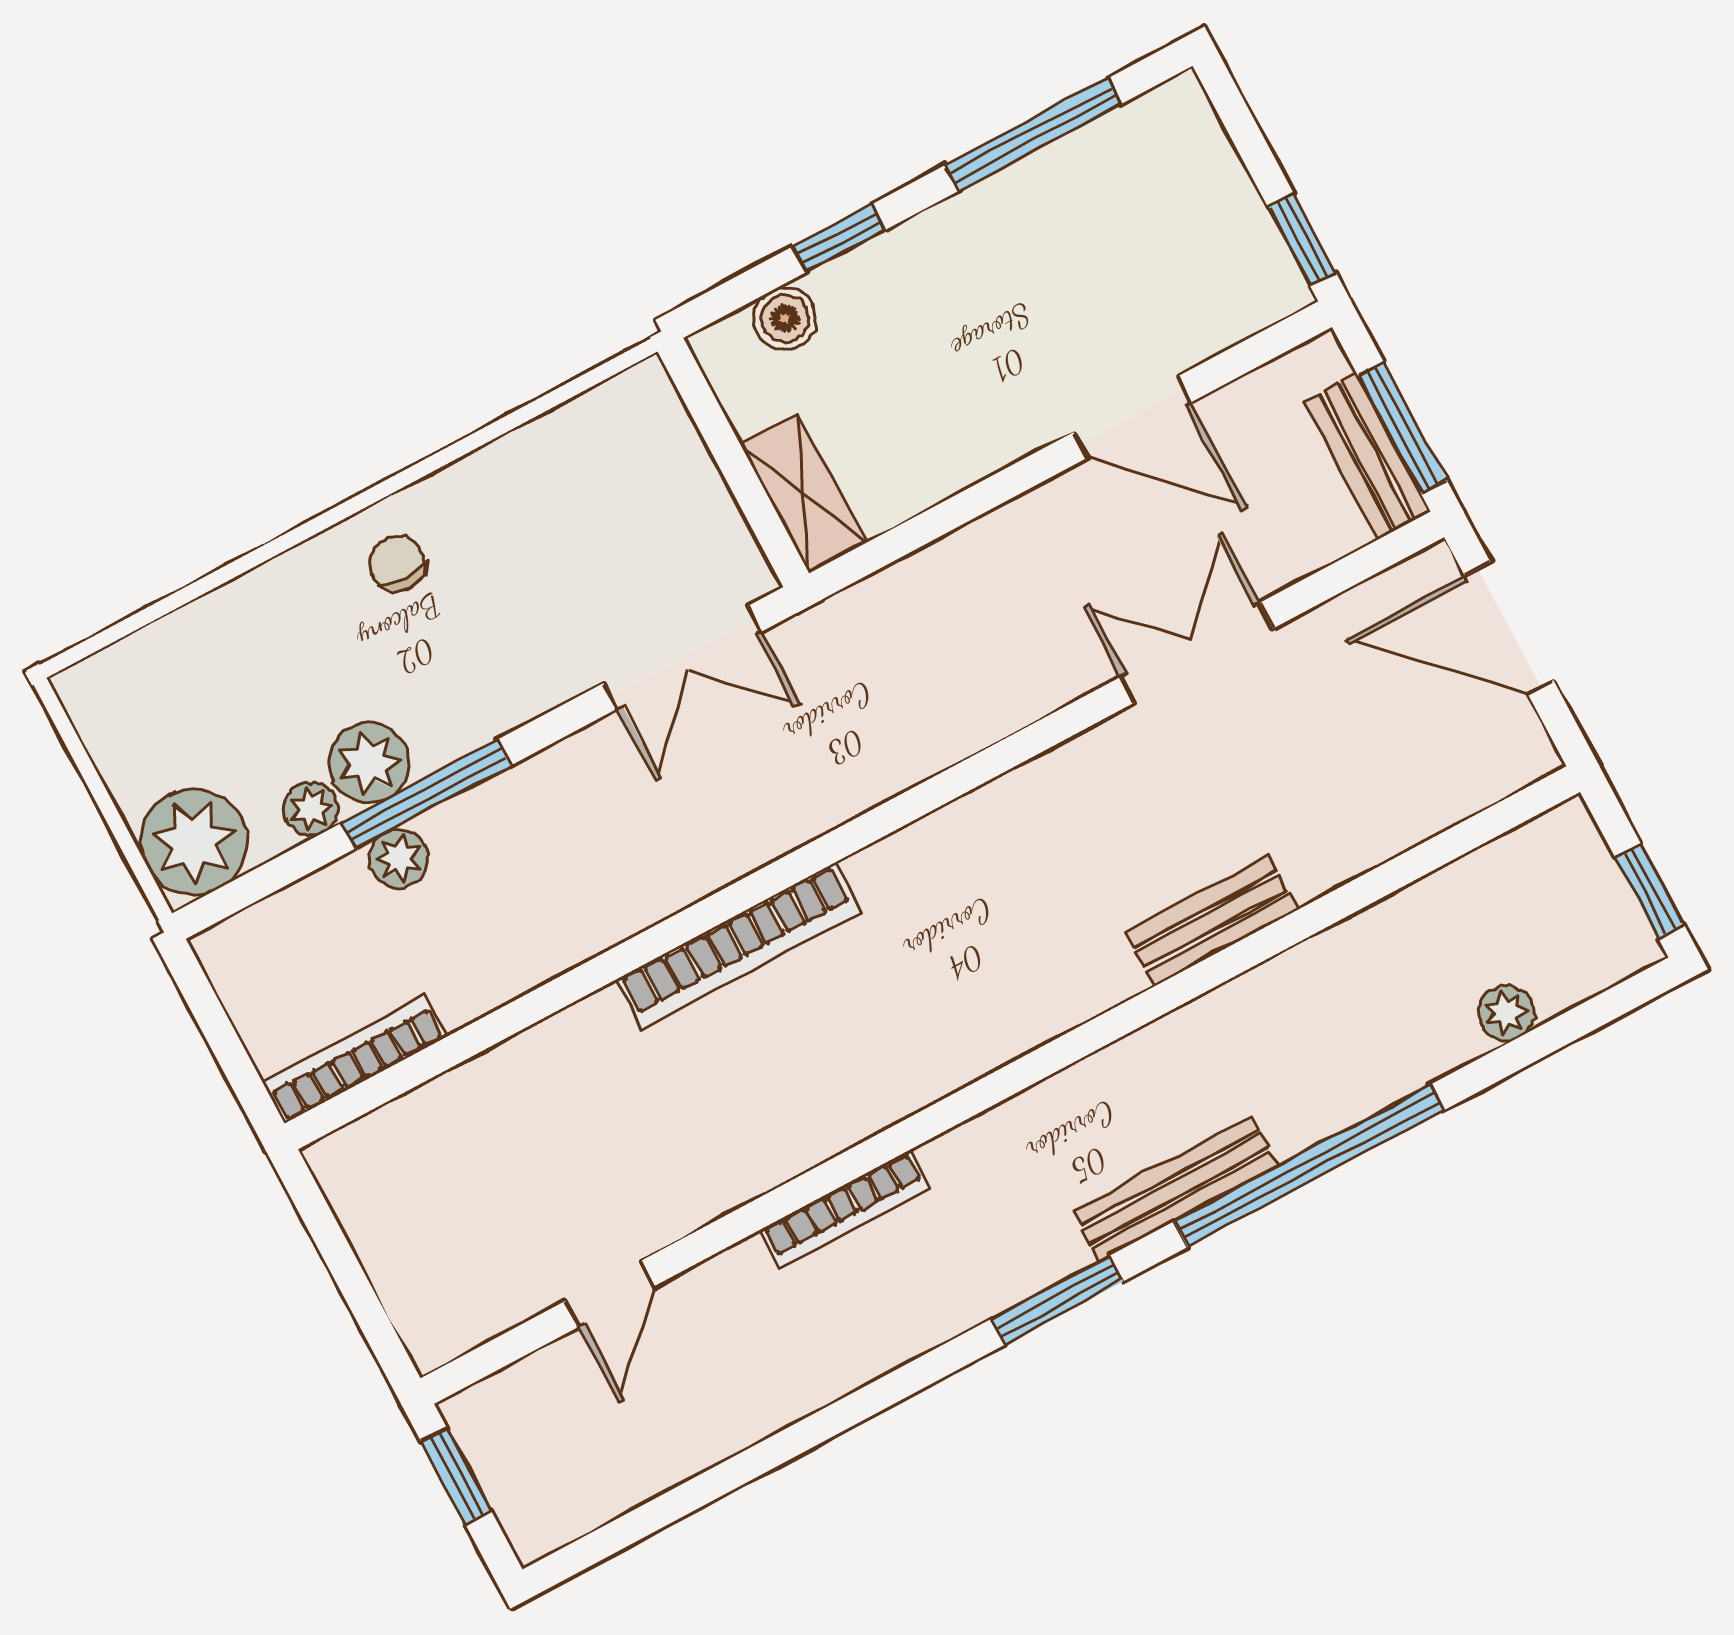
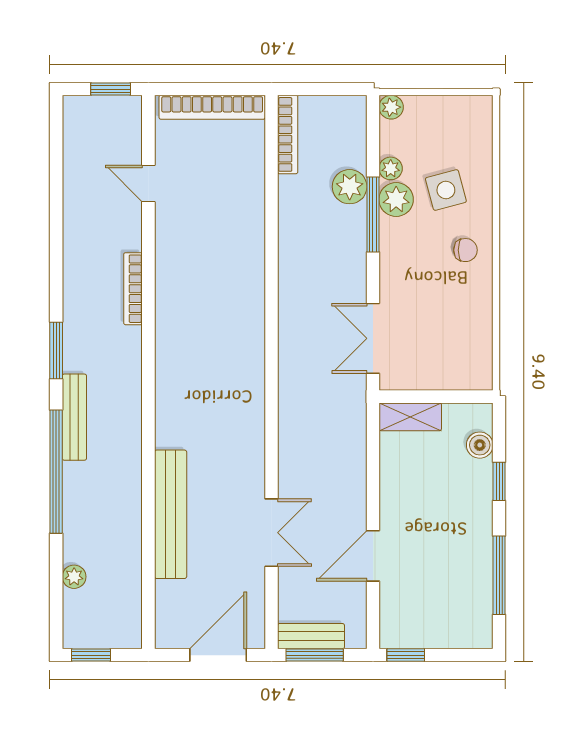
side table: (295, 670) -> (446, 190), added
plant: (194, 842) -> (391, 107), width x0.53, depth x0.53
plant: (399, 859) -> (350, 187), width x1.38, depth x1.38
bench: (1212, 921) -> (171, 514), width x1.86, depth x1.21
bookcase: (739, 946) -> (212, 107), moved, turned -90

